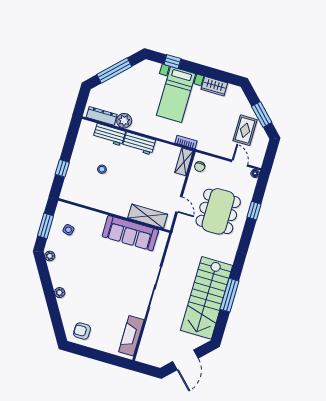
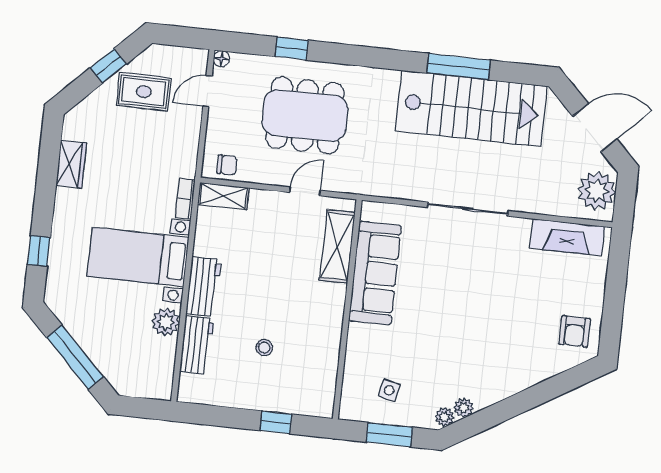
bed with nightstands: (176, 94) -> (138, 257), moved, turned 180
window: (262, 114) -> (108, 66), width x0.67
dresser: (102, 116) -> (164, 366), removed
plant: (60, 293) -> (464, 408), moved
plant: (153, 355) -> (597, 191), added

